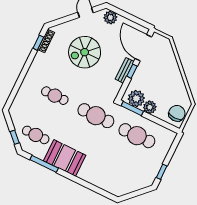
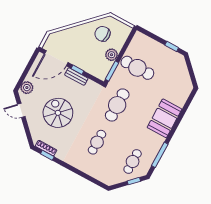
spiral stairs: (85, 52) -> (58, 113), turned 180
plant: (136, 98) -> (103, 67), removed
chair: (177, 113) -> (103, 34), moved
cafe table: (137, 136) -> (137, 68), turned 90
booth: (65, 158) -> (165, 118), moved

